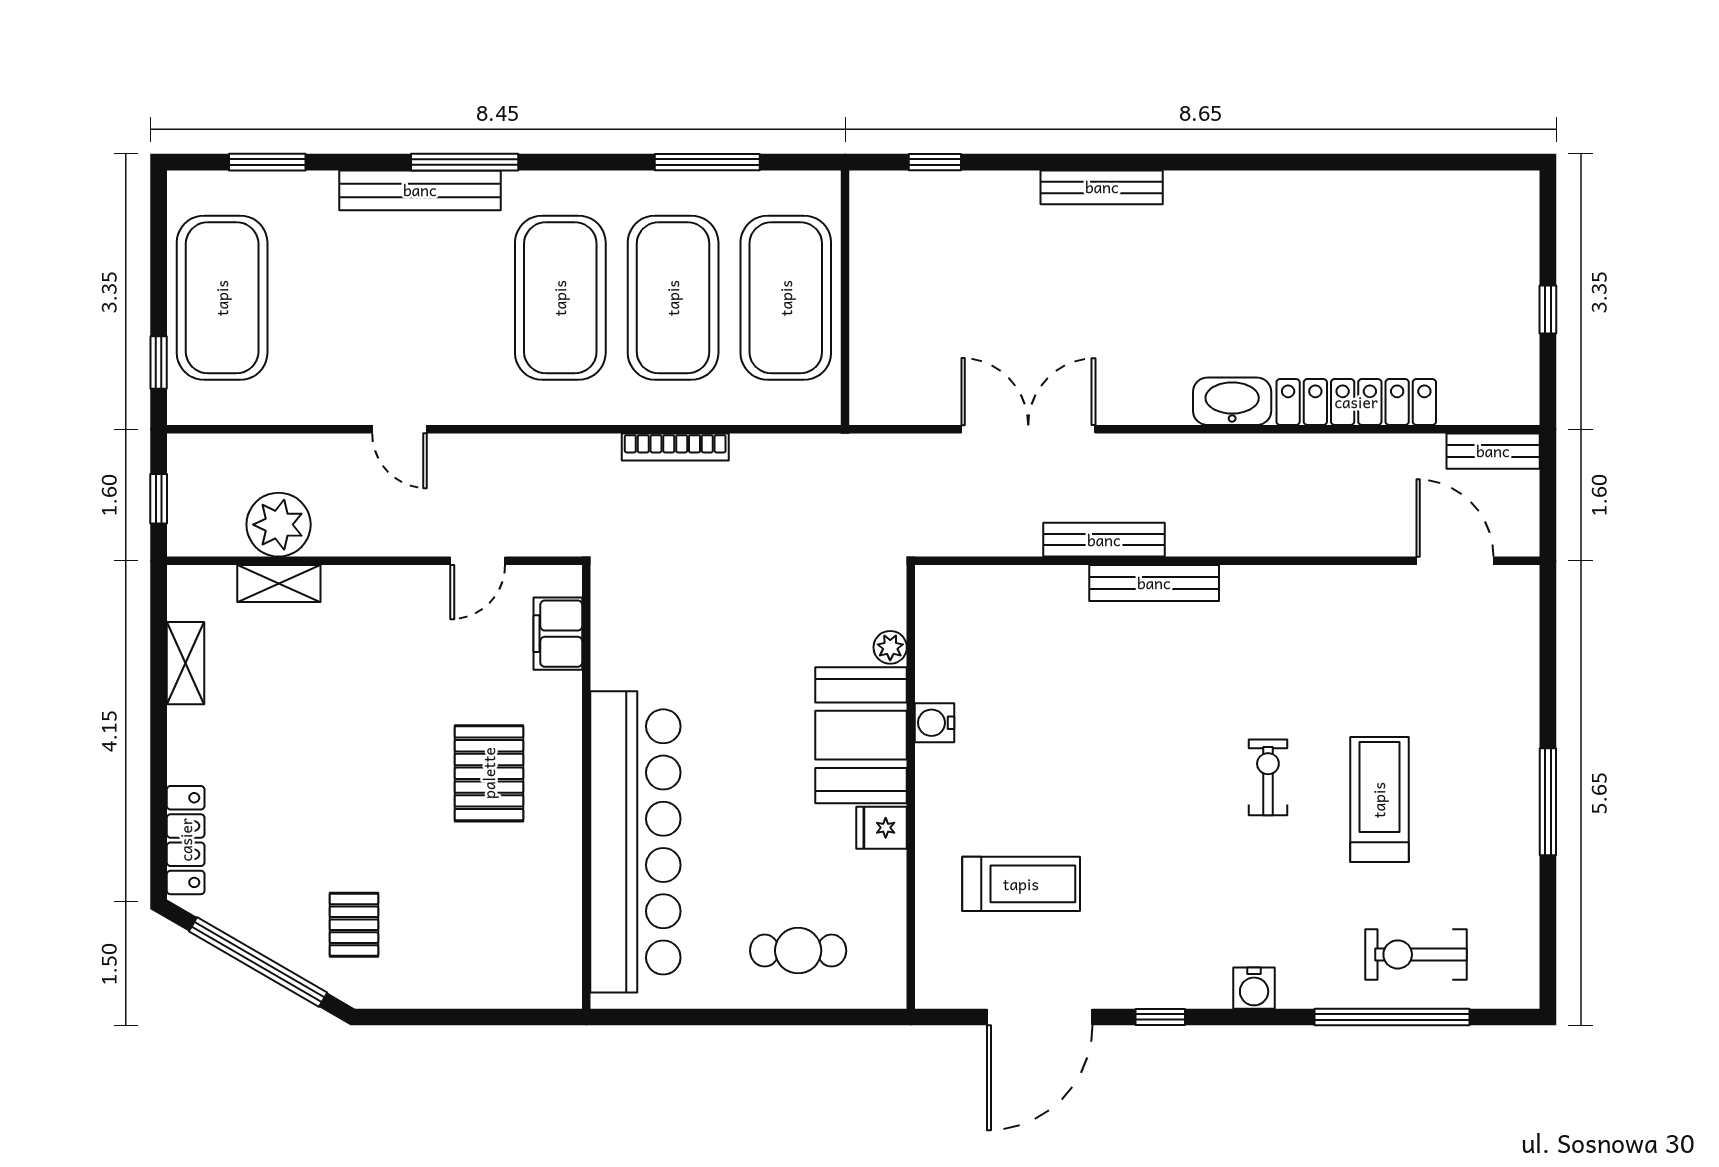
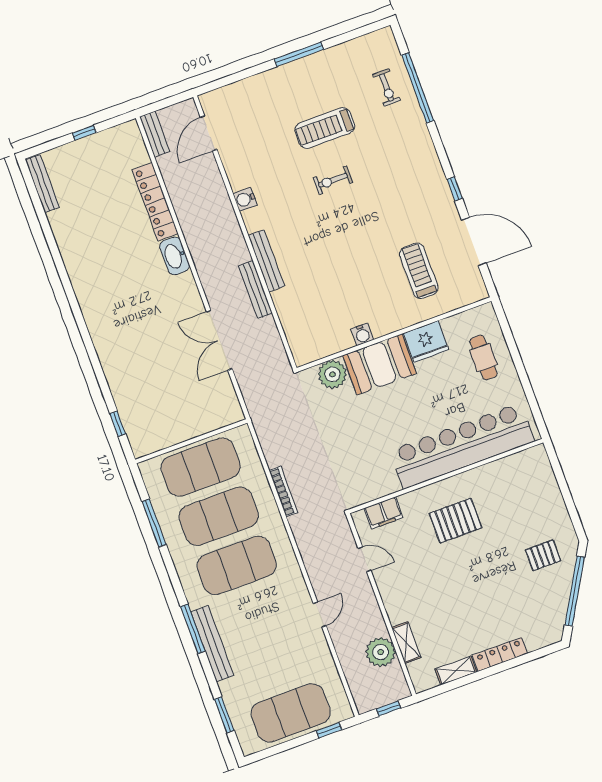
bench: (1102, 187) -> (42, 184), moved
plant: (890, 647) -> (332, 374), width x1.88, depth x1.88
fridge: (882, 828) -> (426, 341), width x1.88, depth x1.34
locker: (186, 840) -> (500, 654), moved
exercise bike: (1416, 954) -> (387, 87), width x0.73, depth x0.72
water cooler: (1254, 988) -> (245, 199), moved, turned 180

